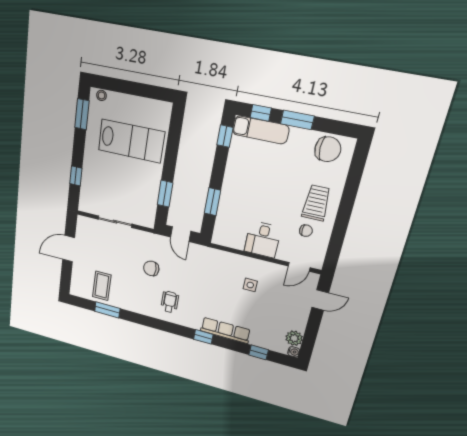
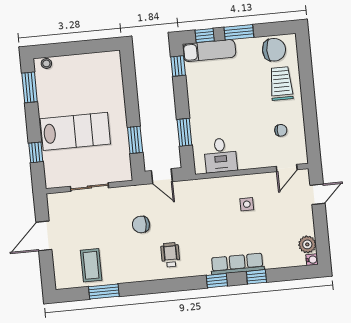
lab bench: (131, 141) -> (75, 131), moved
trolley: (316, 203) -> (281, 83), moved
desk: (263, 239) -> (220, 155), moved
window: (259, 352) -> (256, 277), moved

